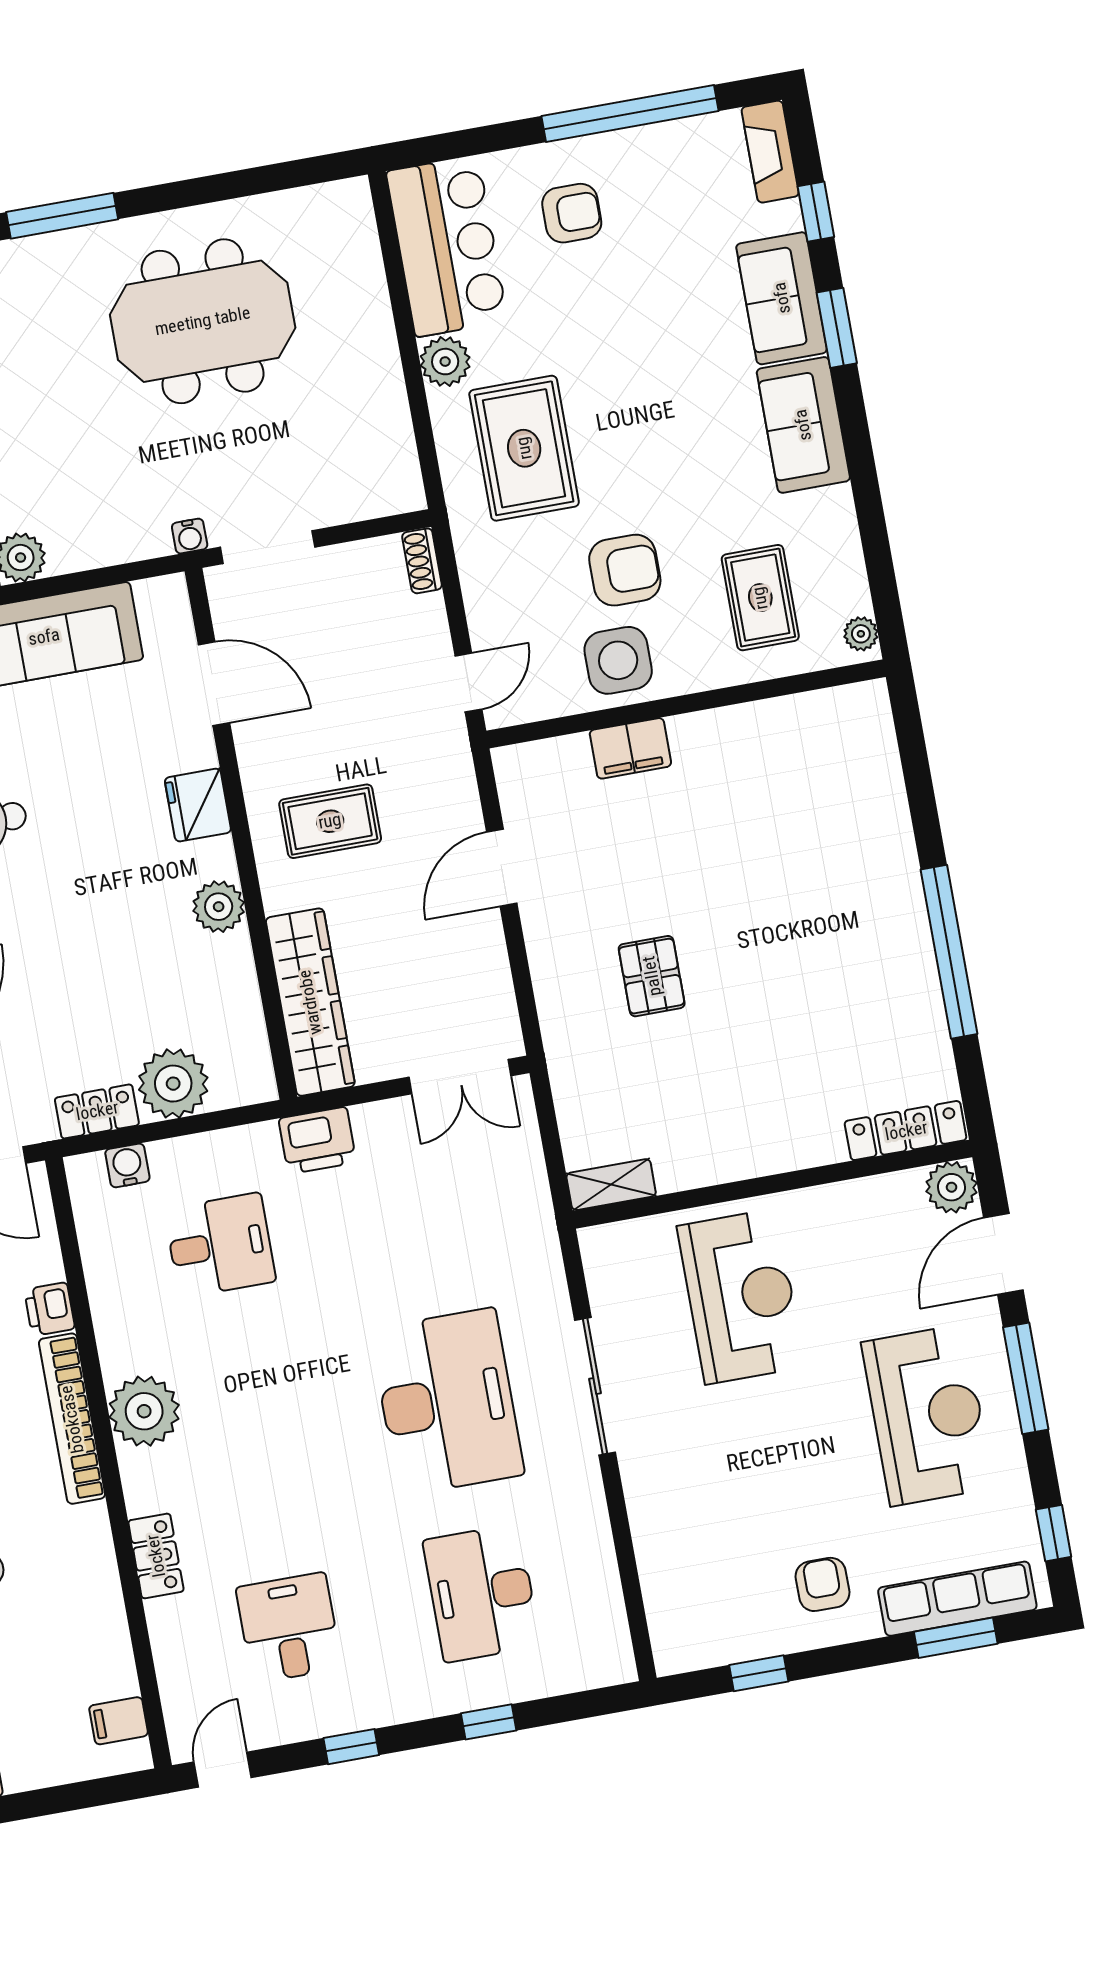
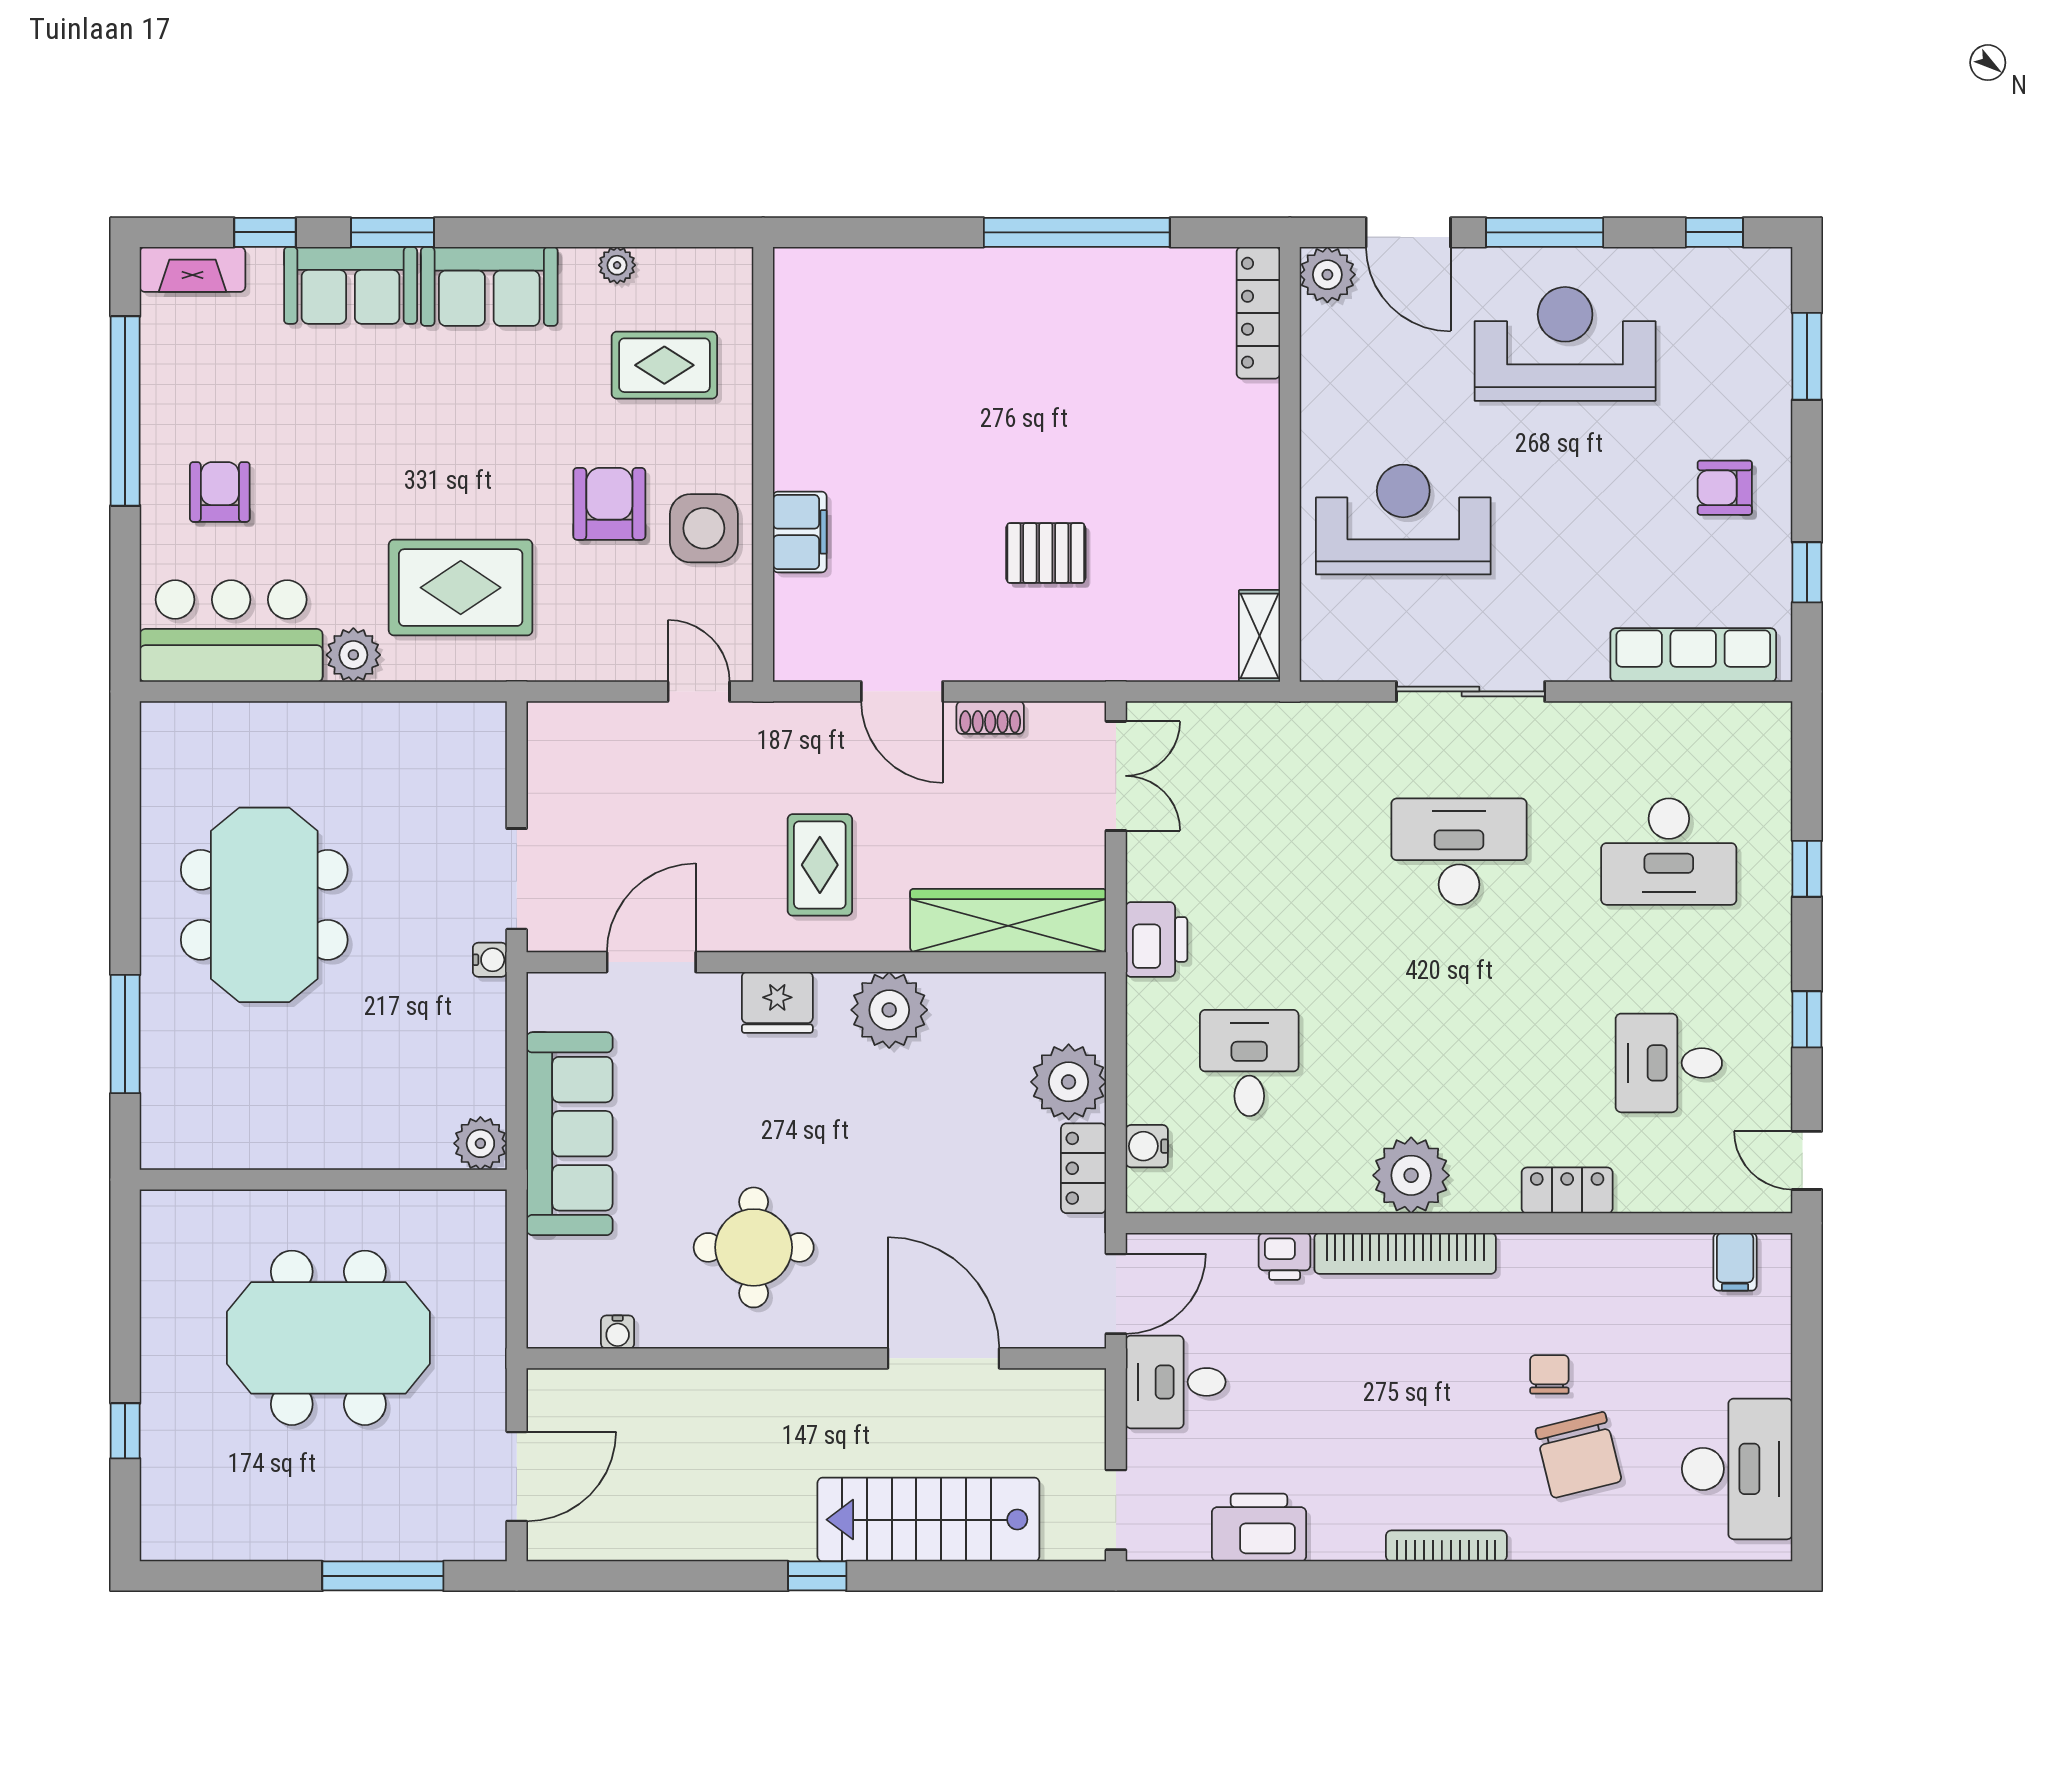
shoe rack: (422, 561) -> (990, 718), moved
plant: (861, 634) -> (617, 265), moved
plant: (219, 907) -> (889, 1010), width x1.36, depth x1.36
desk: (447, 1402) -> (1459, 852), width x0.73, depth x0.77
row of seats: (957, 1599) -> (1693, 655), moved, turned 90

